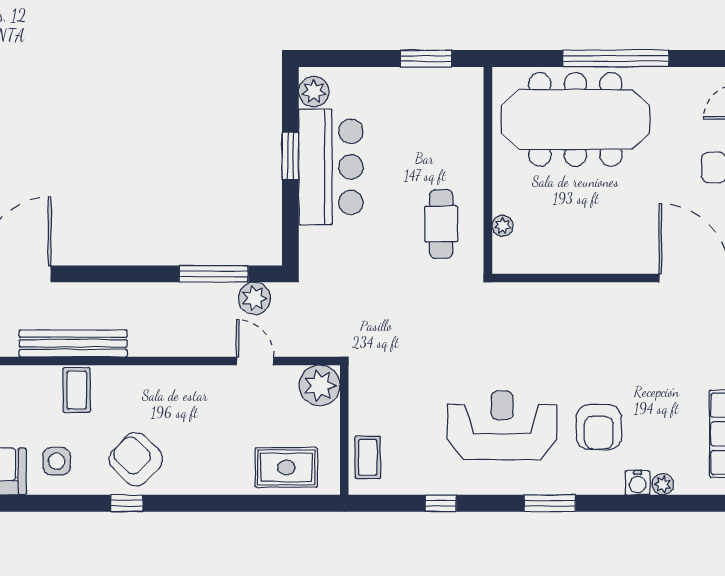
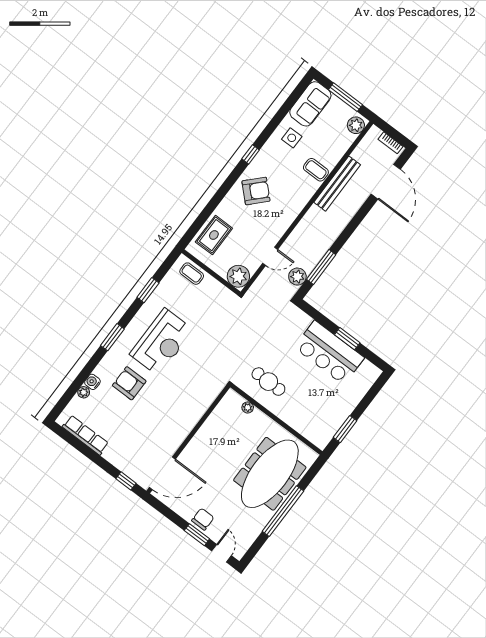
plant: (314, 92) -> (367, 370), removed
armchair: (136, 459) -> (256, 191), moved
window: (441, 503) -> (148, 290), width x1.50

